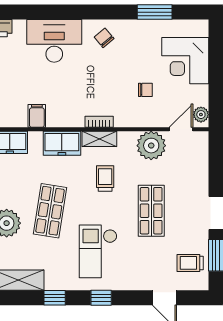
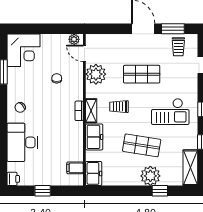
corner desk: (185, 61) -> (24, 50), moved
filing cabinet: (37, 116) -> (75, 168), moved

